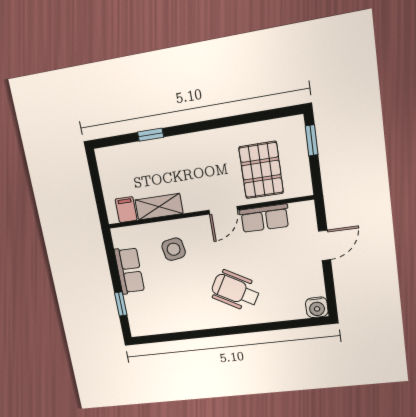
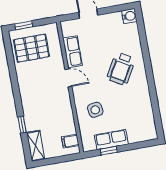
pallet: (261, 170) -> (31, 48), moved
shelving: (159, 207) -> (36, 146), moved
window: (121, 304) -> (109, 151), moved

